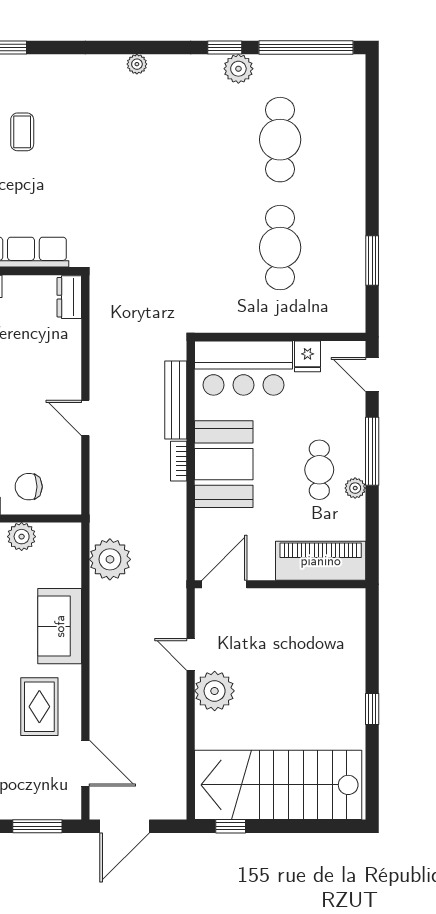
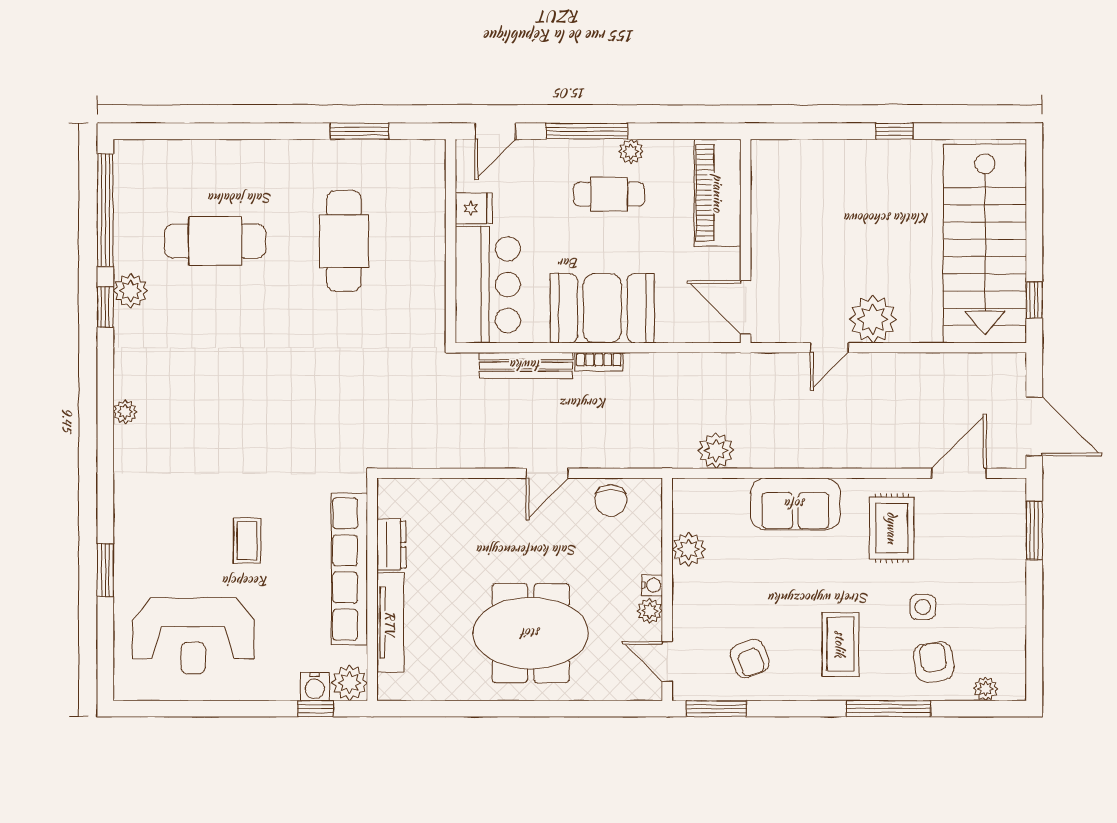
coffee table: (22, 132) -> (247, 541), moved, turned 90
cafe table: (280, 248) -> (344, 241), turned 90
dresser: (69, 297) -> (391, 545), moved, turned -90
chair: (29, 487) -> (611, 500), moved
plant: (110, 559) -> (716, 450), width x0.73, depth x0.73
rug: (39, 707) -> (892, 528), turned 90

